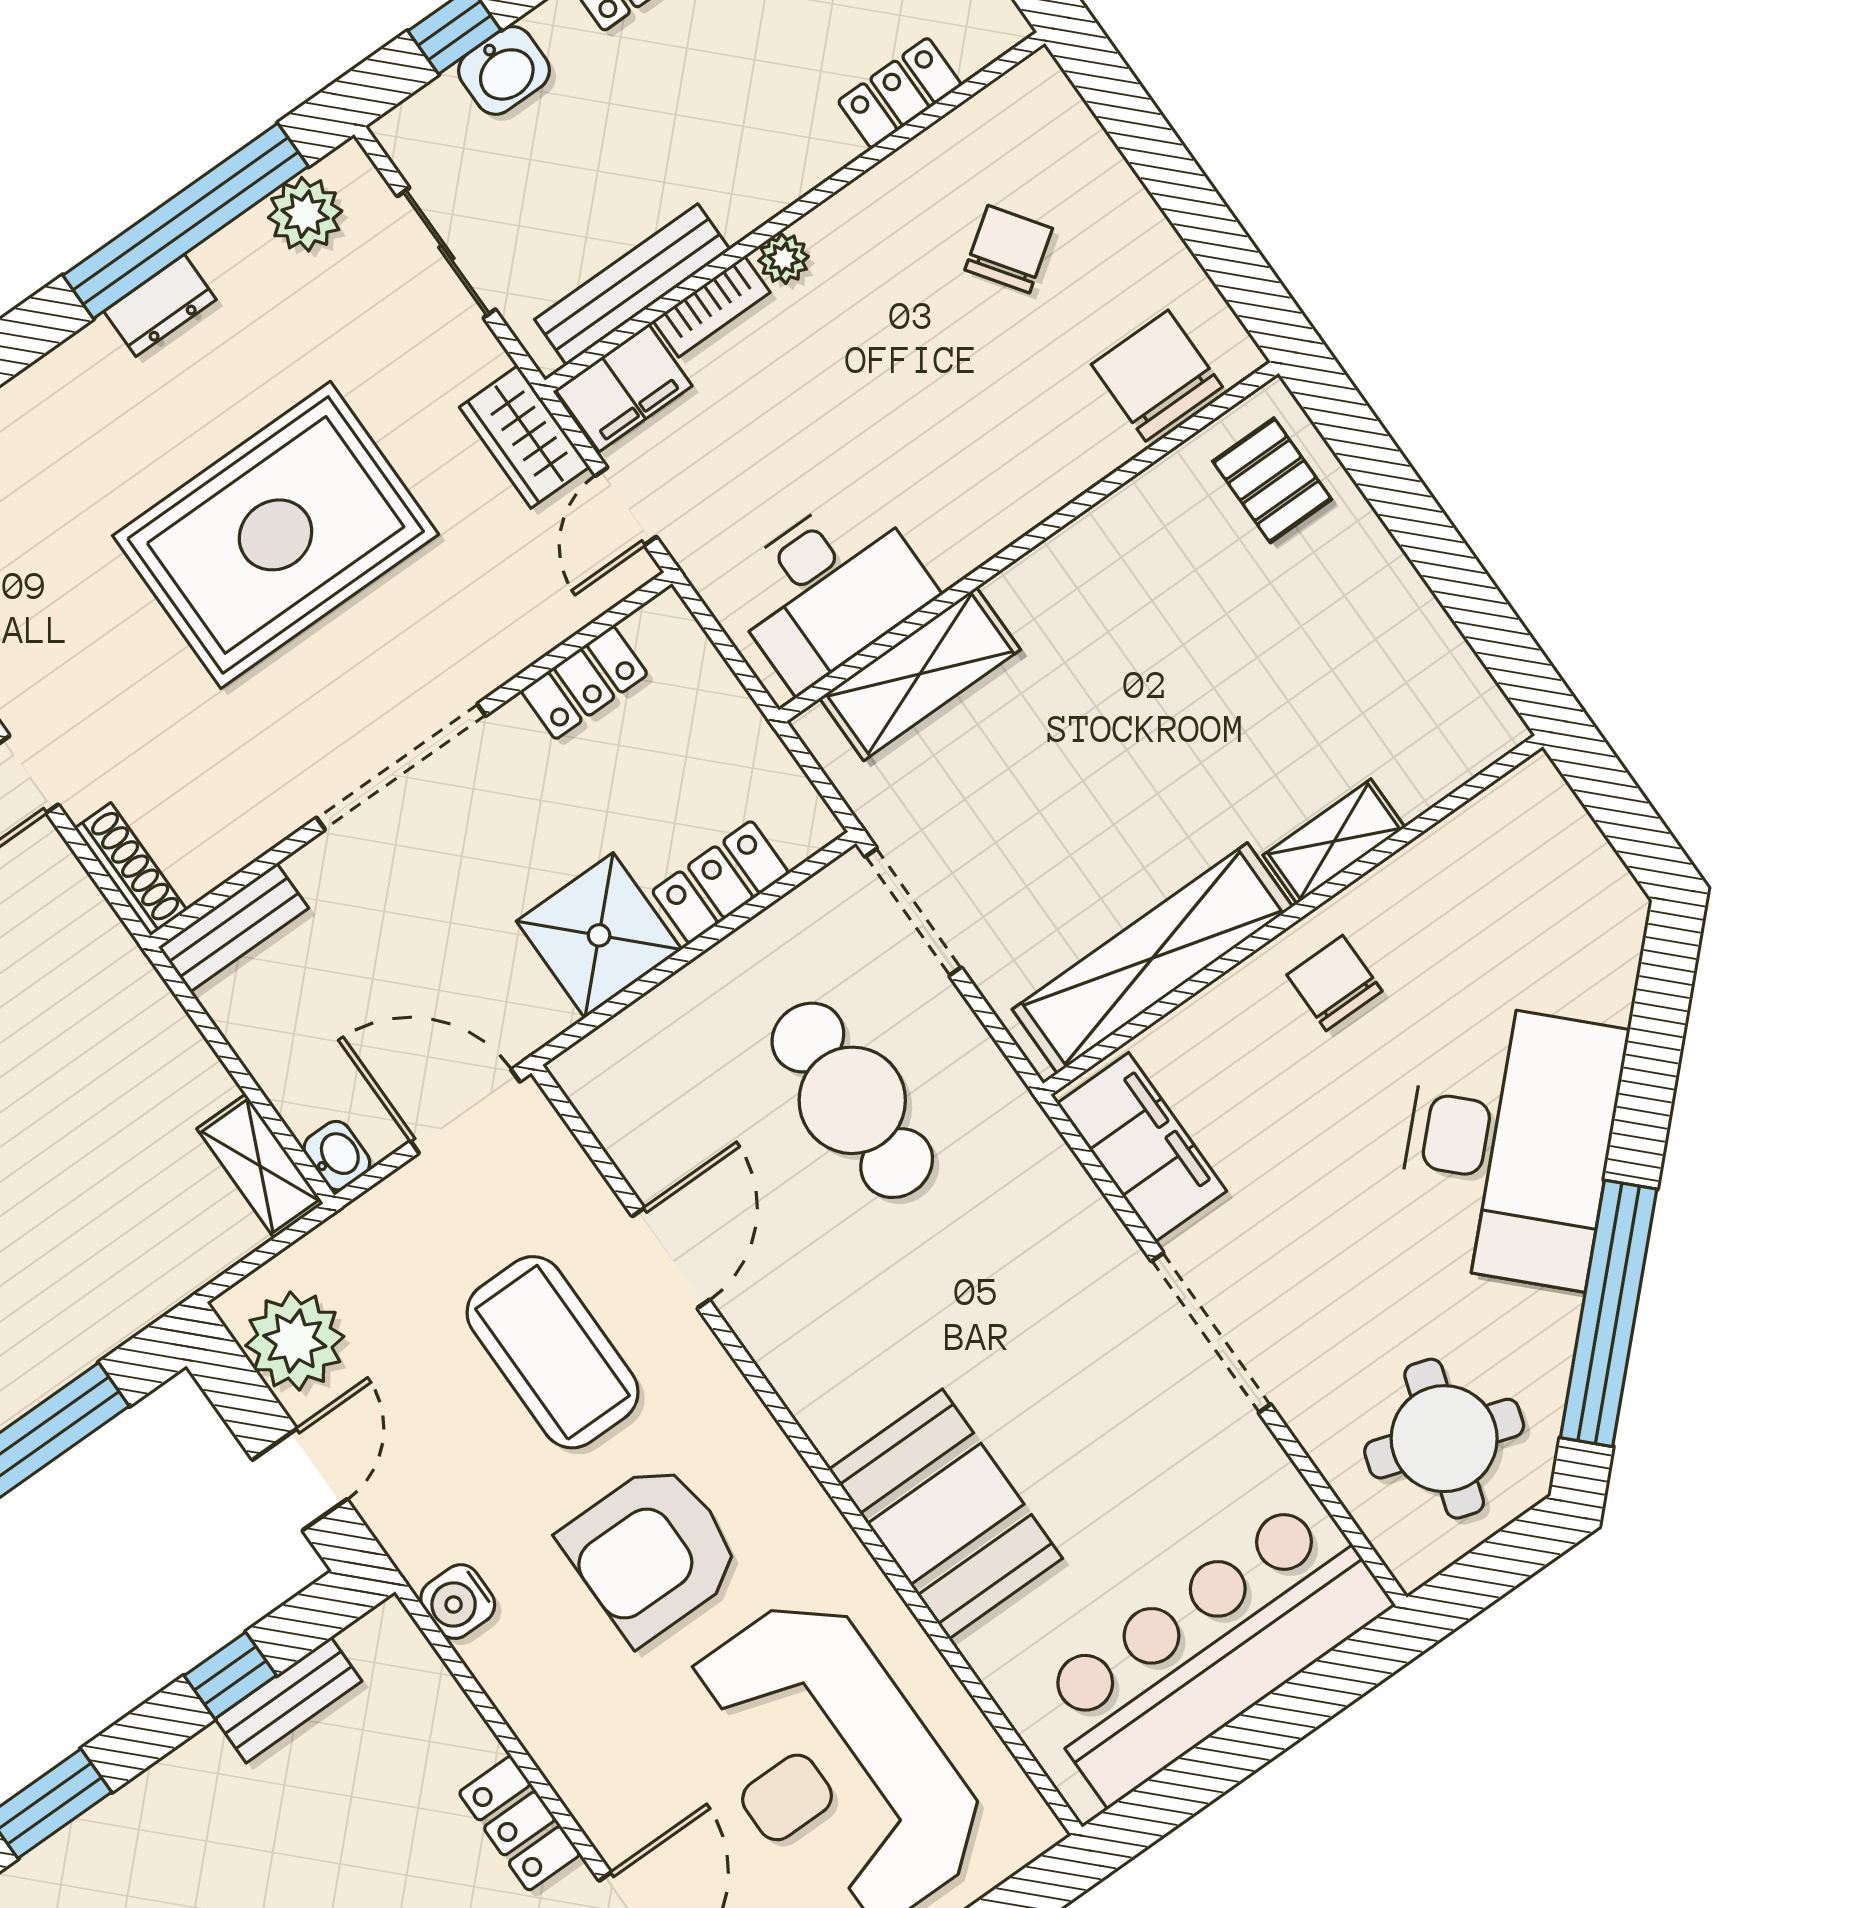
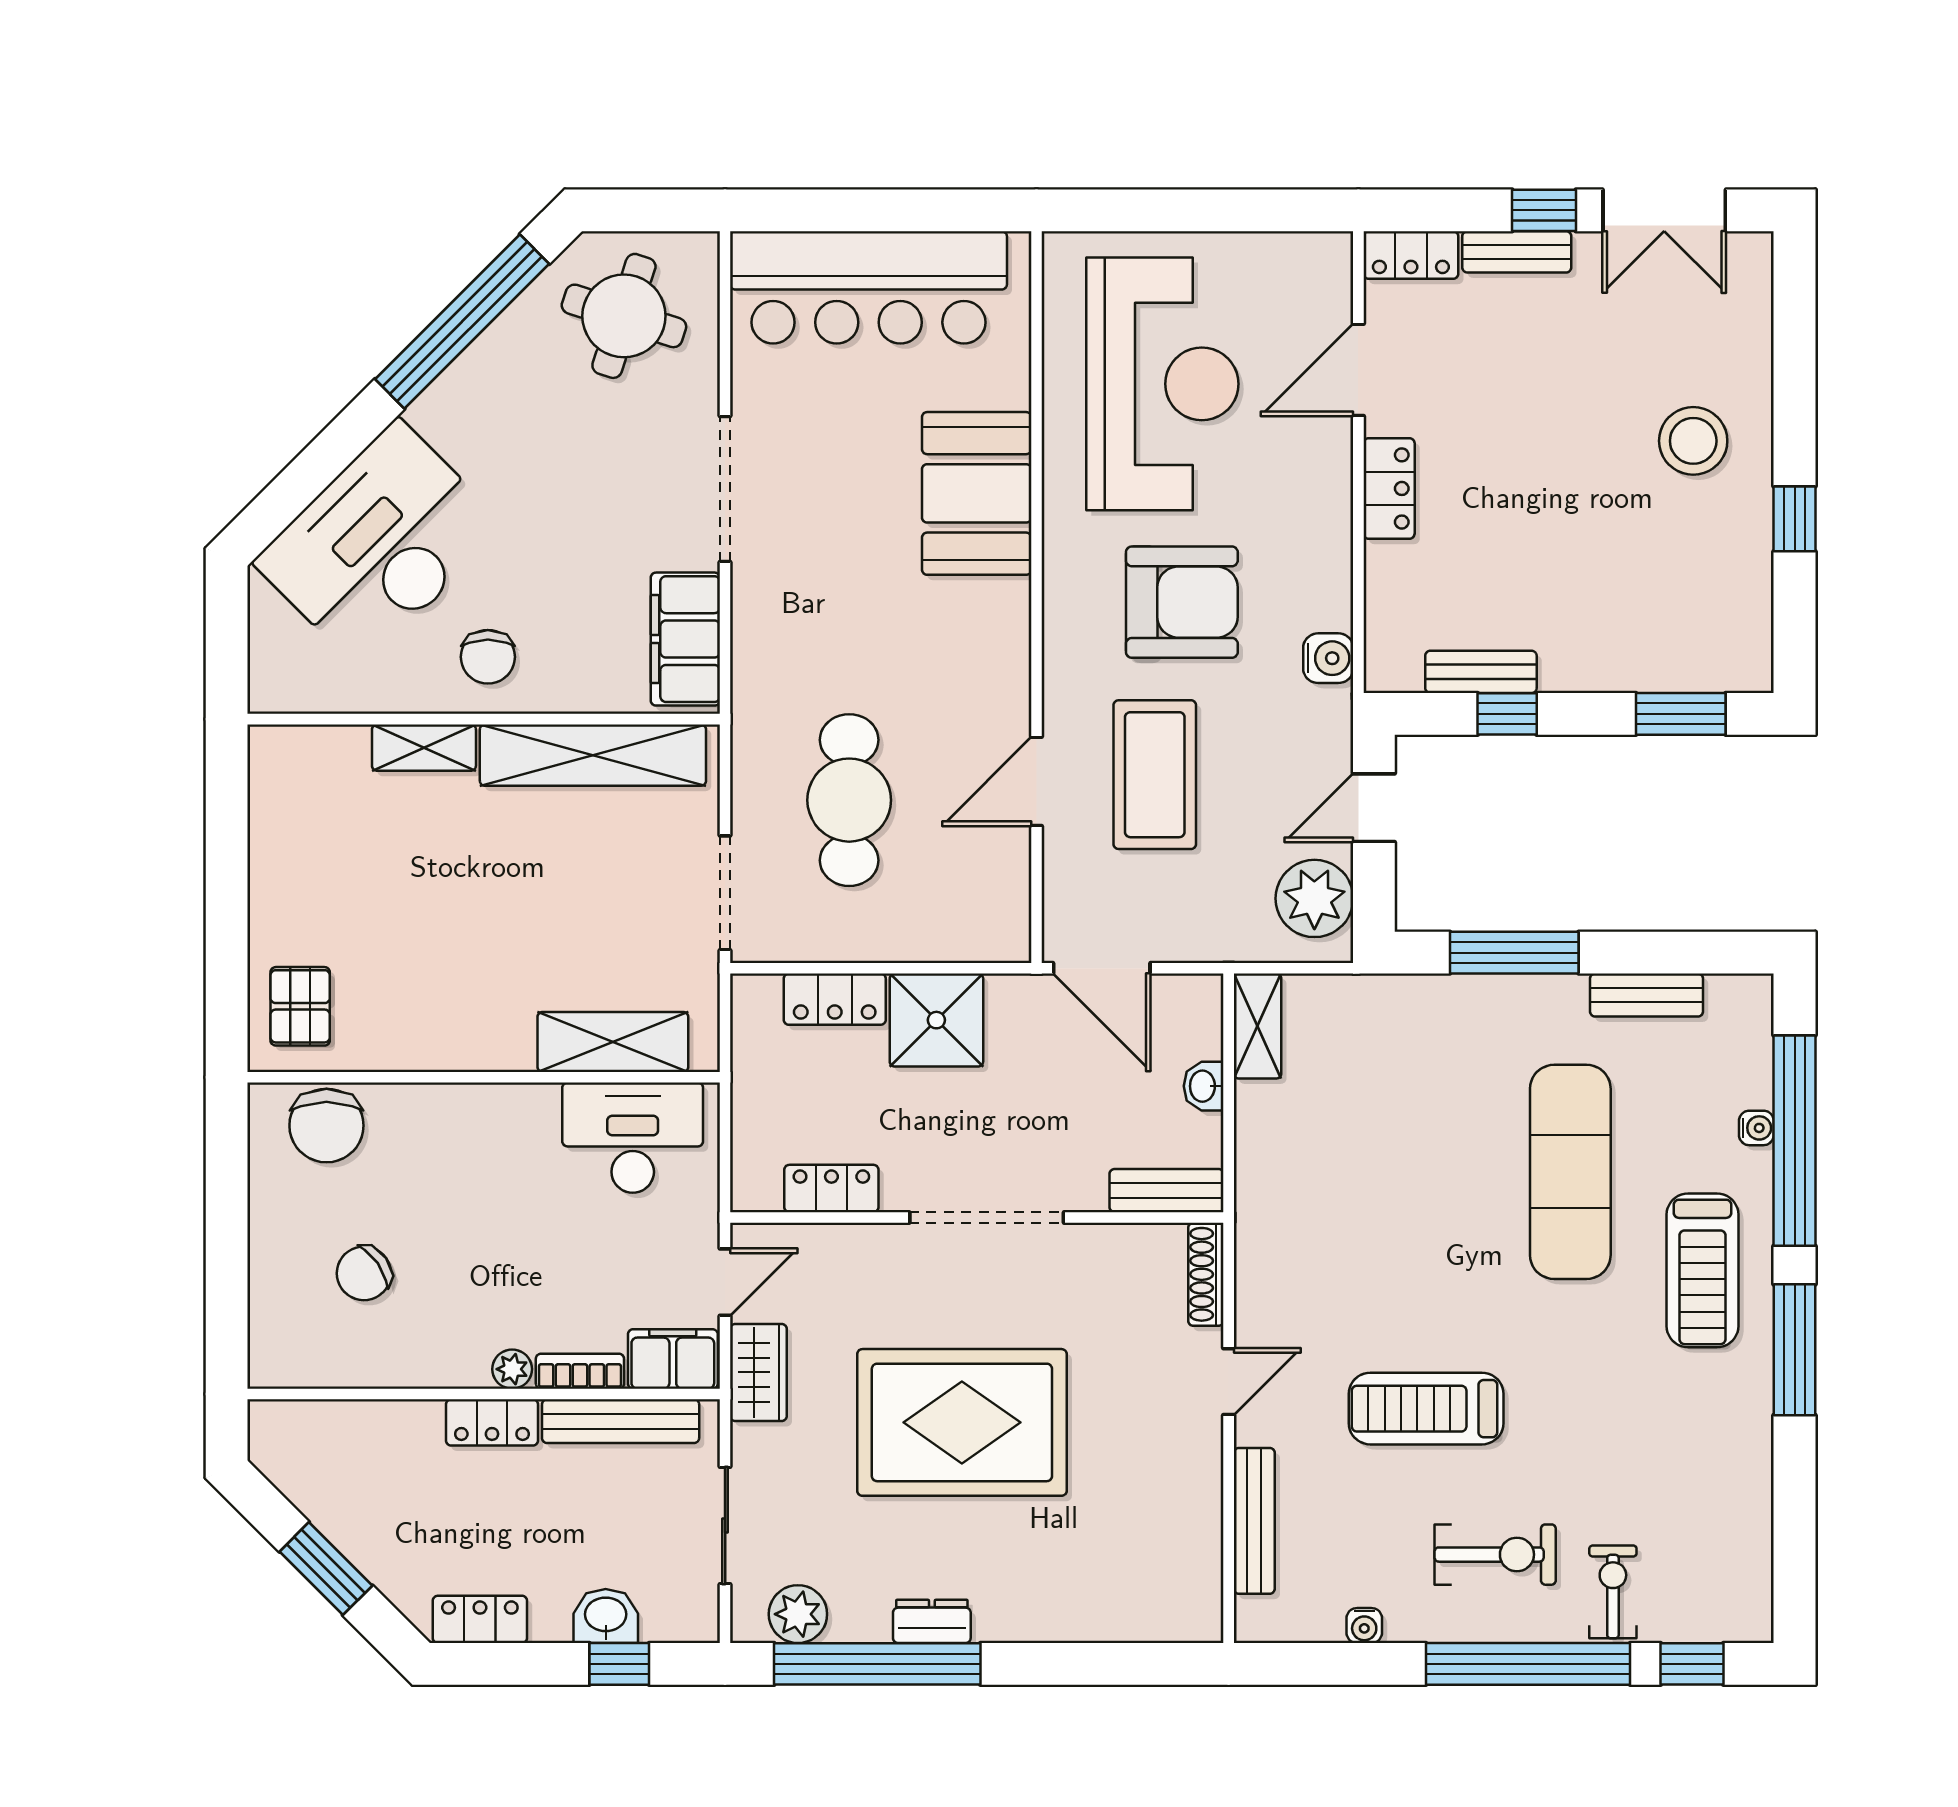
locker: (900, 93) -> (492, 1422), moved
desk: (1509, 1144) -> (380, 544), moved
washbasin: (337, 1156) -> (1204, 1086), moved

